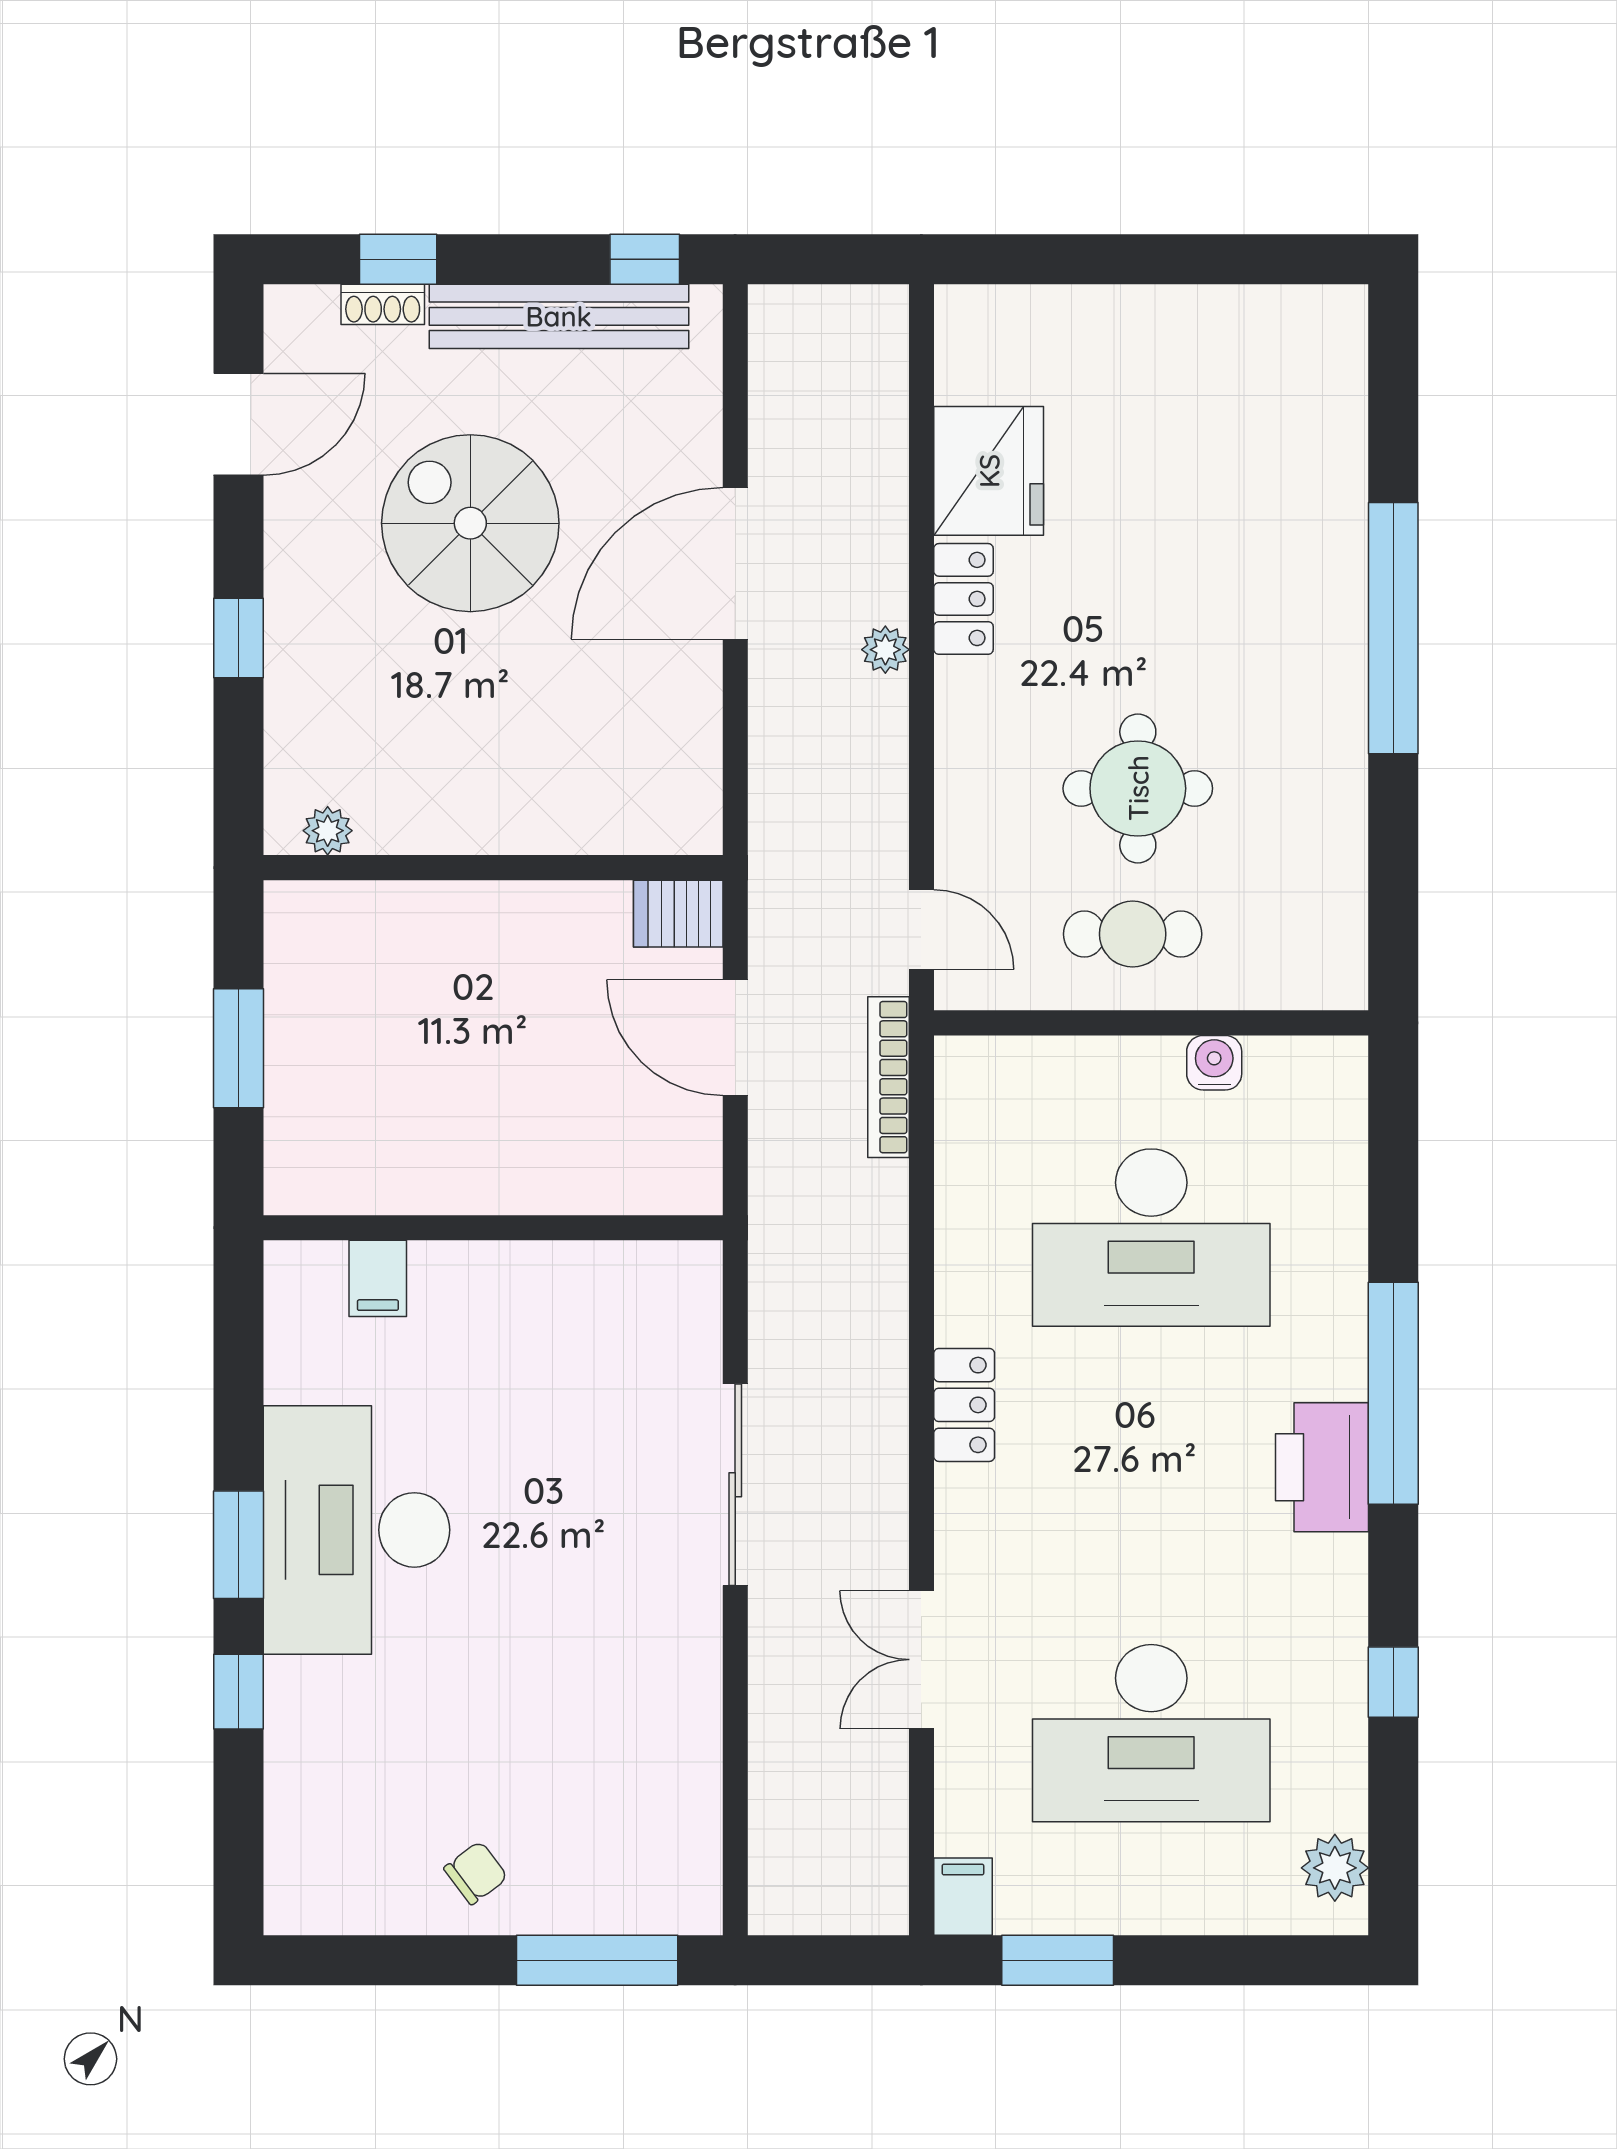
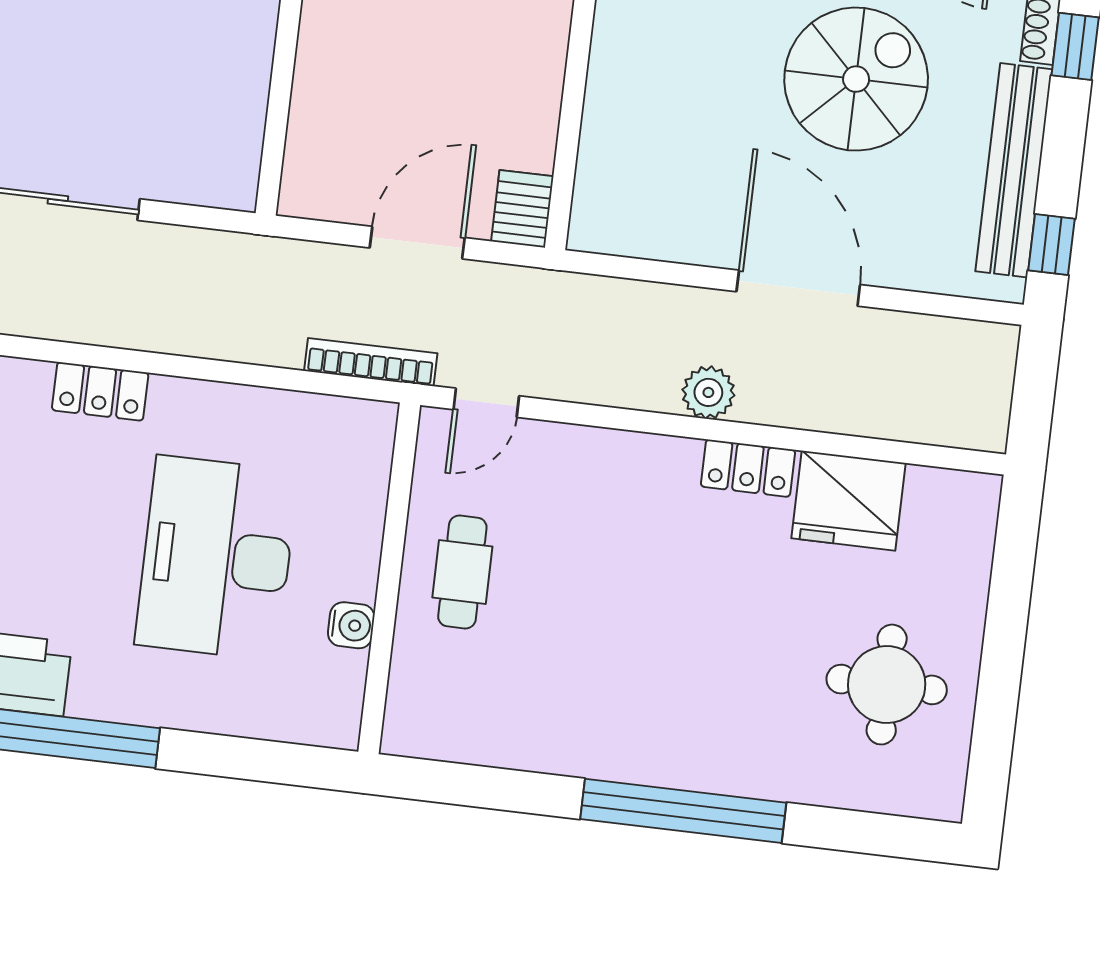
plant: (885, 650) -> (708, 392), width x1.38, depth x1.38
round table: (1138, 788) -> (887, 685), moved

